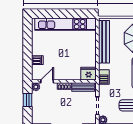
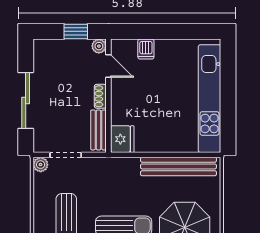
barbecue: (104, 77) -> (116, 166), removed

